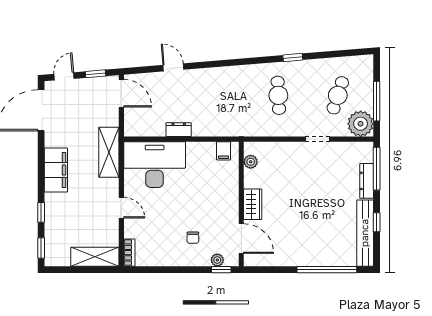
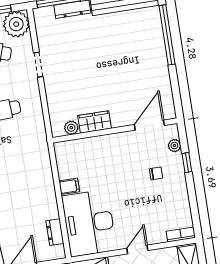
dresser: (179, 130) -> (55, 232), moved
filing cabinet: (224, 151) -> (69, 186), moved
wardrobe: (253, 204) -> (95, 122), moved
window: (221, 270) -> (187, 163), moved

